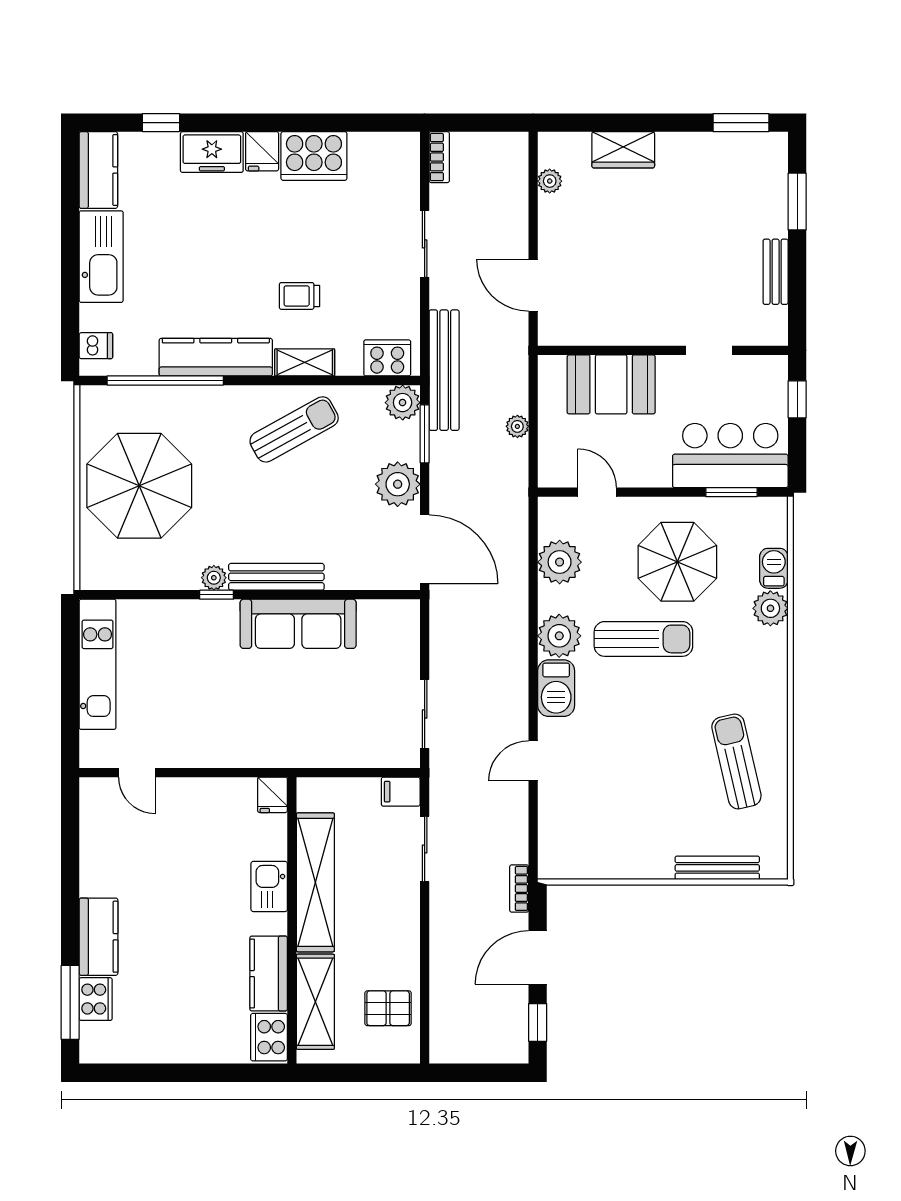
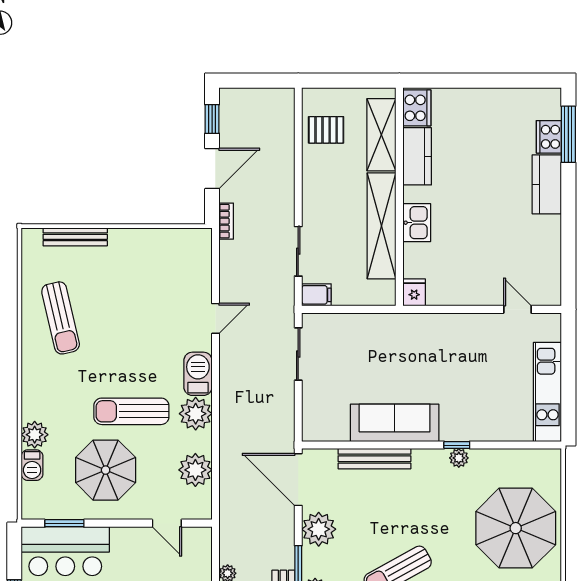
bench: (276, 577) -> (374, 459), moved

